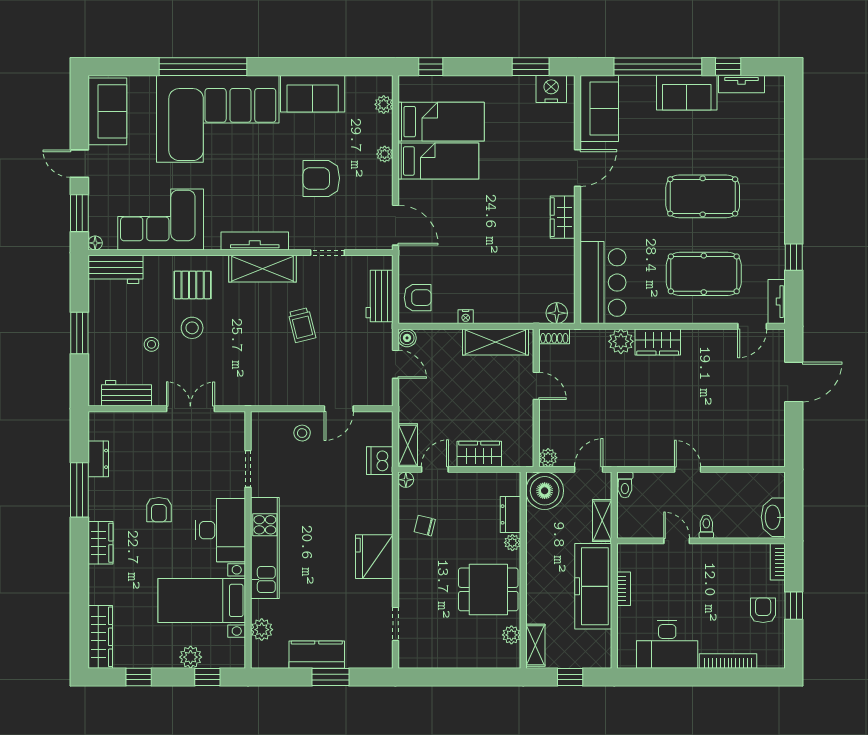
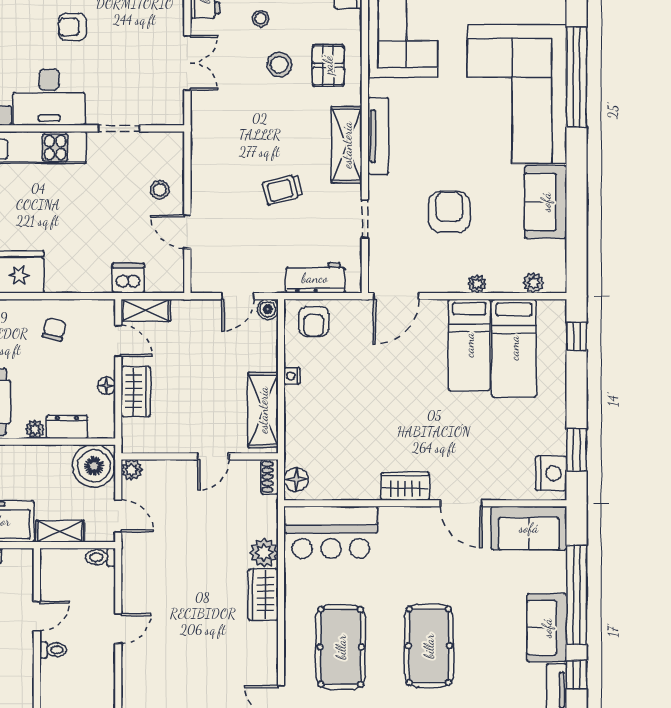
floor lamp: (406, 480) -> (106, 386), moved

